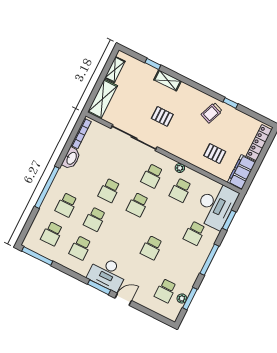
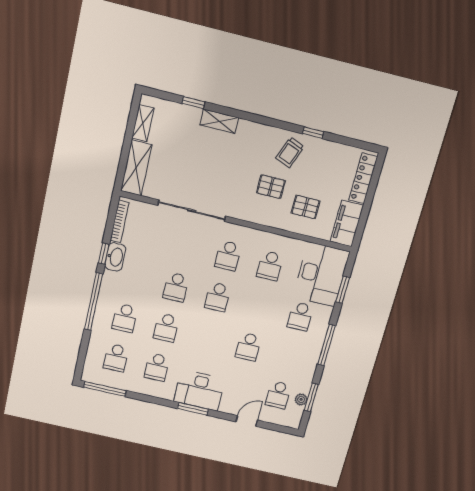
pallet: (162, 116) -> (271, 187), moved
window: (64, 154) -> (104, 254), added
plant: (180, 168) -> (263, 237), removed
door: (123, 299) -> (247, 421), moved

